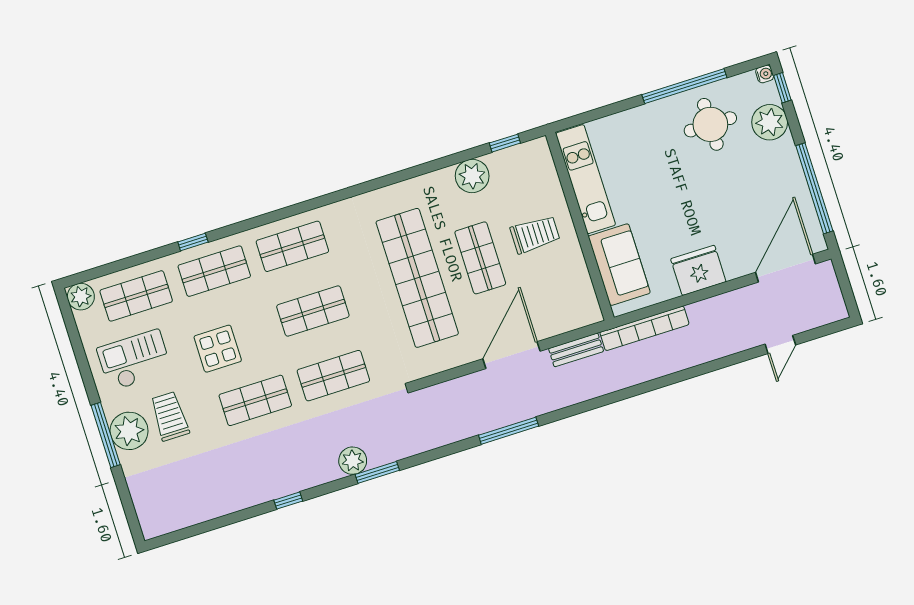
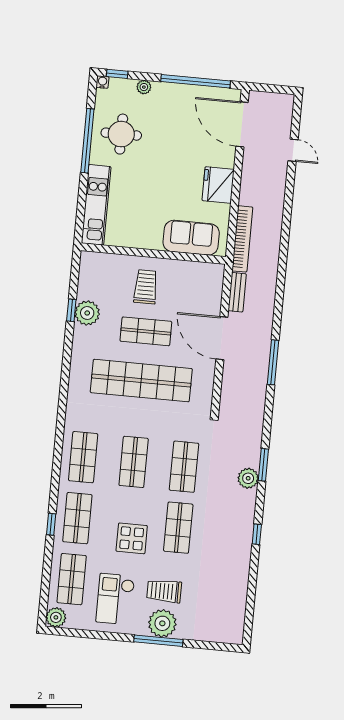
plant: (770, 122) -> (144, 87), width x0.53, depth x0.53
window: (505, 143) -> (71, 310), moved
kitchen unit: (586, 179) -> (96, 205), moved, turned 90

